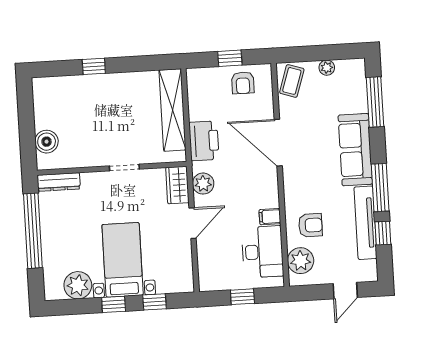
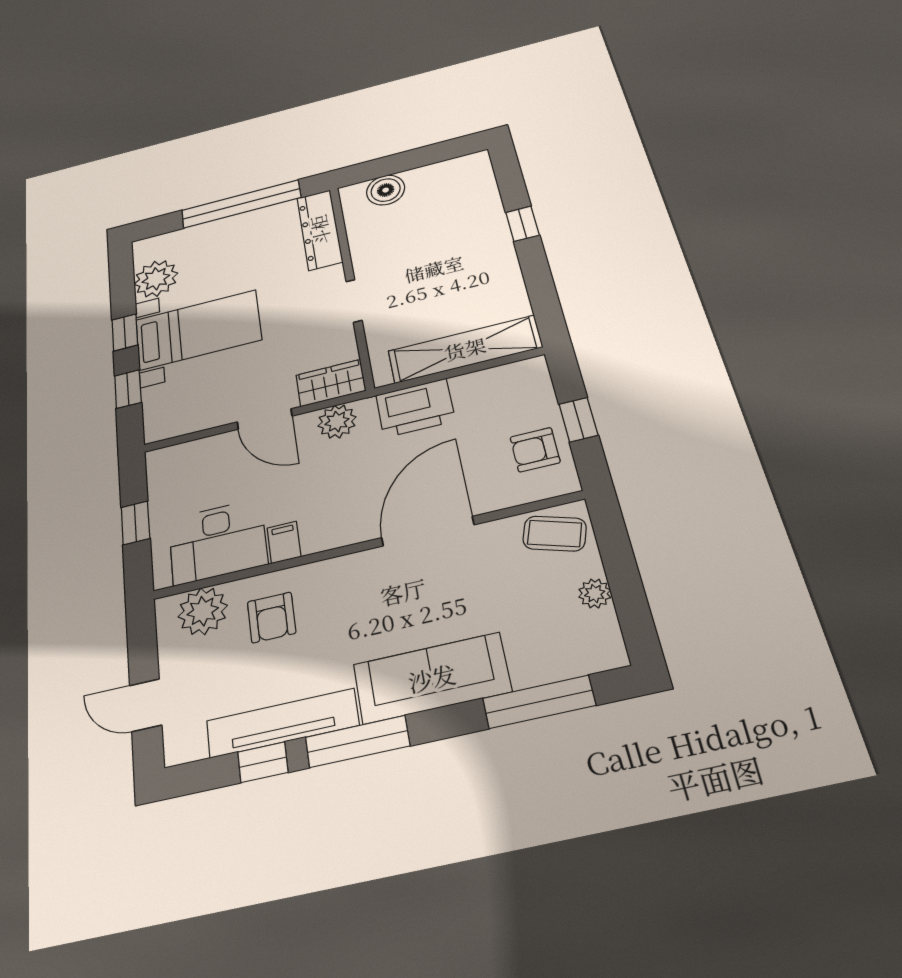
dresser: (59, 182) -> (320, 230), width x1.37, depth x1.24

